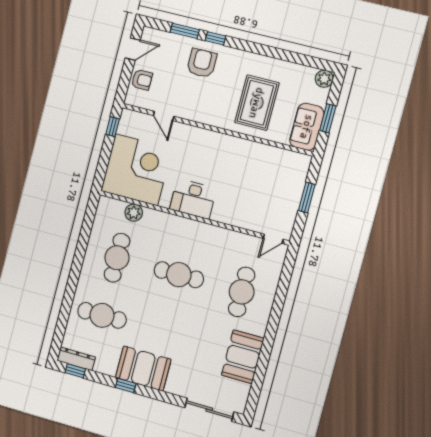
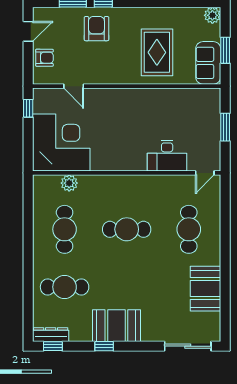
desk: (193, 199) -> (167, 156), moved

